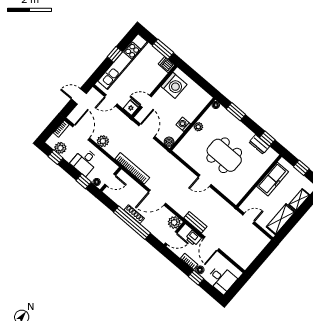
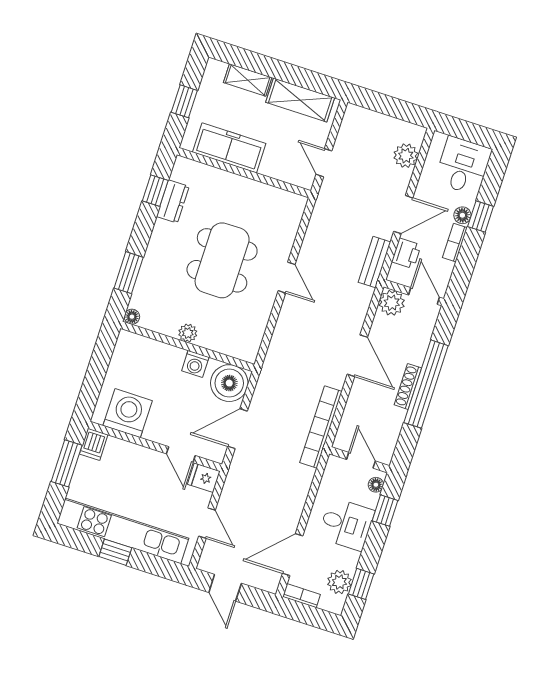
plant: (103, 141) -> (406, 156), moved
boiler: (169, 142) -> (229, 383), width x1.86, depth x1.86

